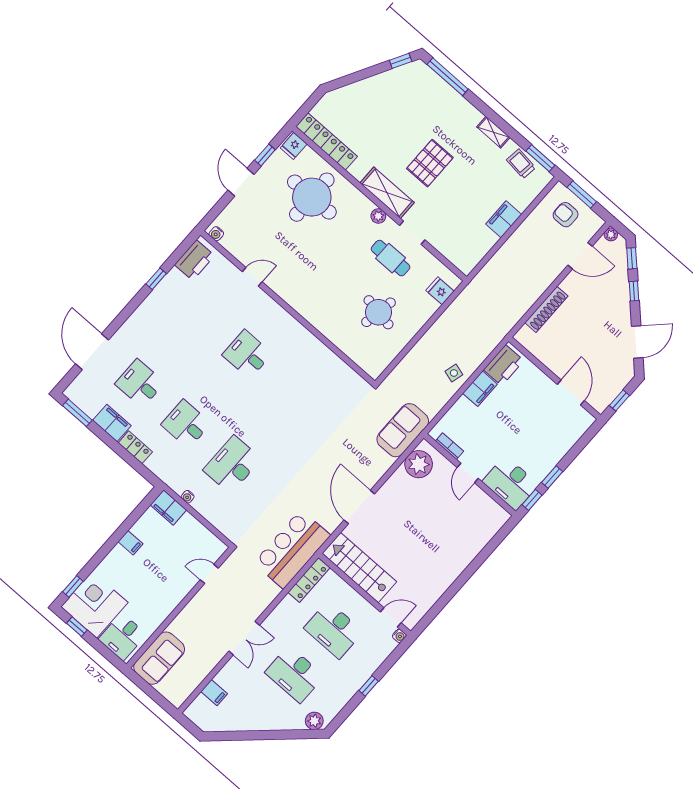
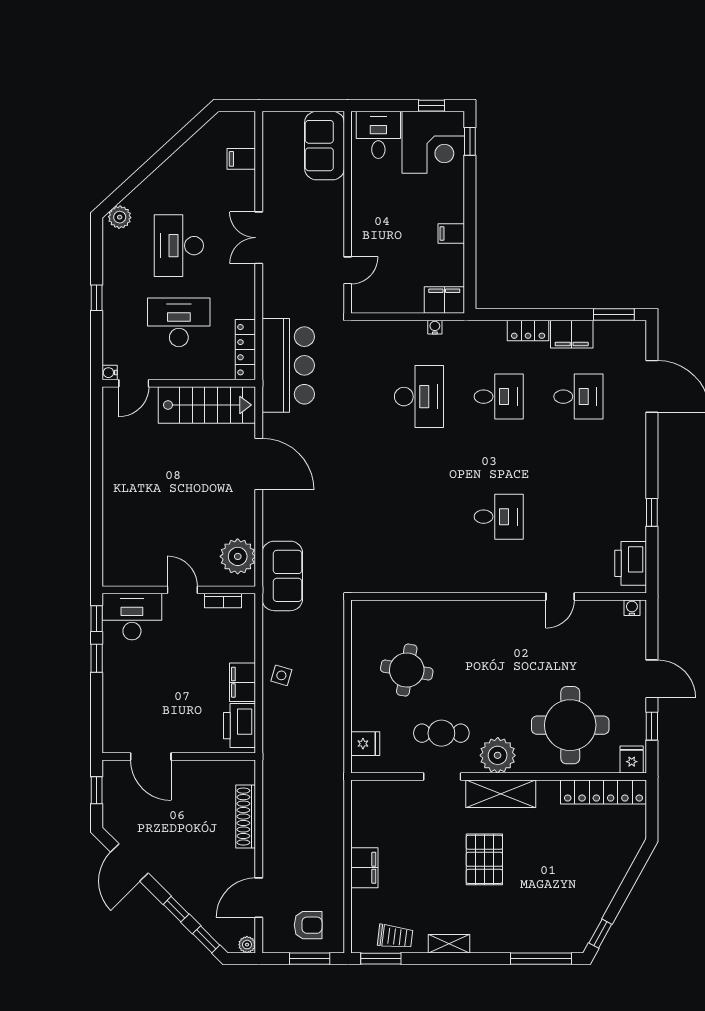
plant: (378, 216) -> (498, 755), width x1.87, depth x1.87
desk: (294, 674) -> (179, 246), turned -90

